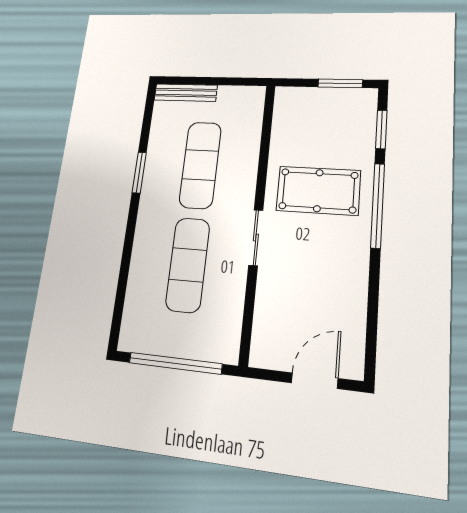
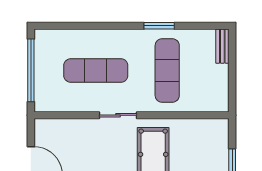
bench: (186, 93) -> (222, 46), width x0.73
exercise mat: (200, 165) -> (167, 71), turned 90

